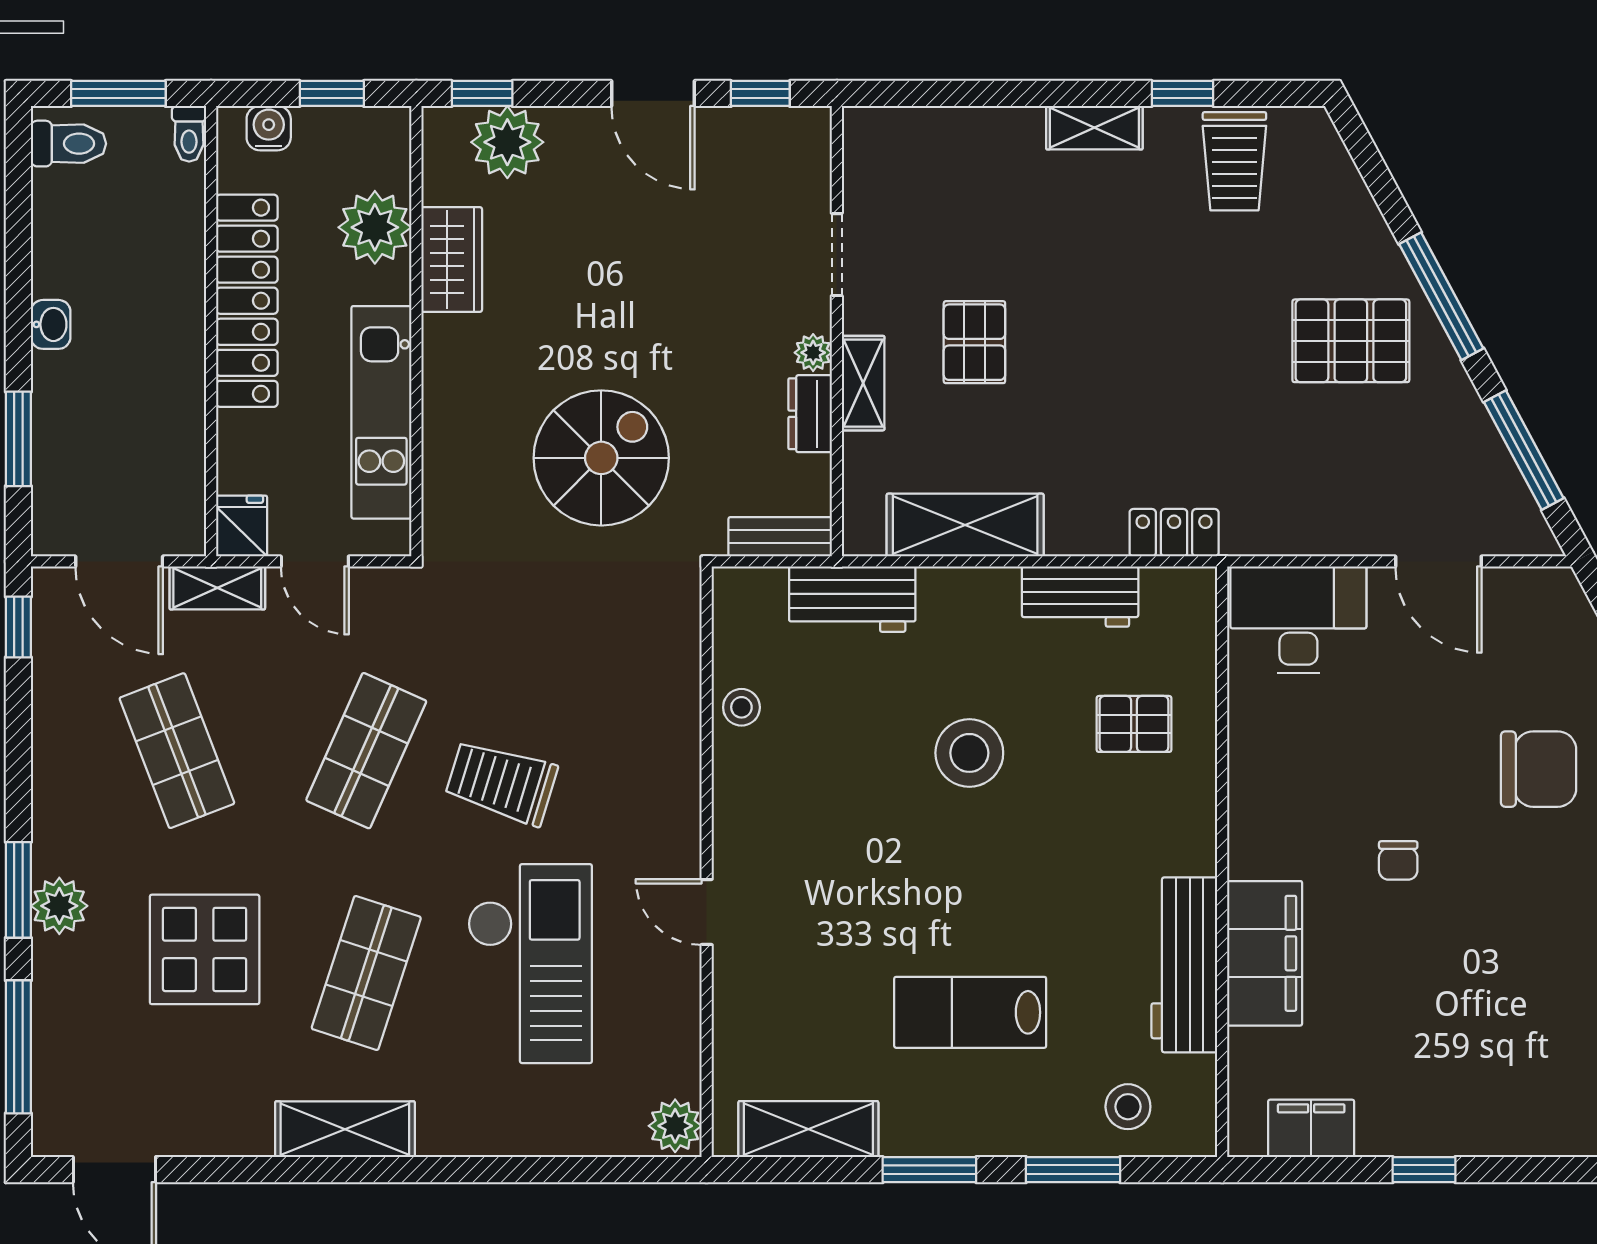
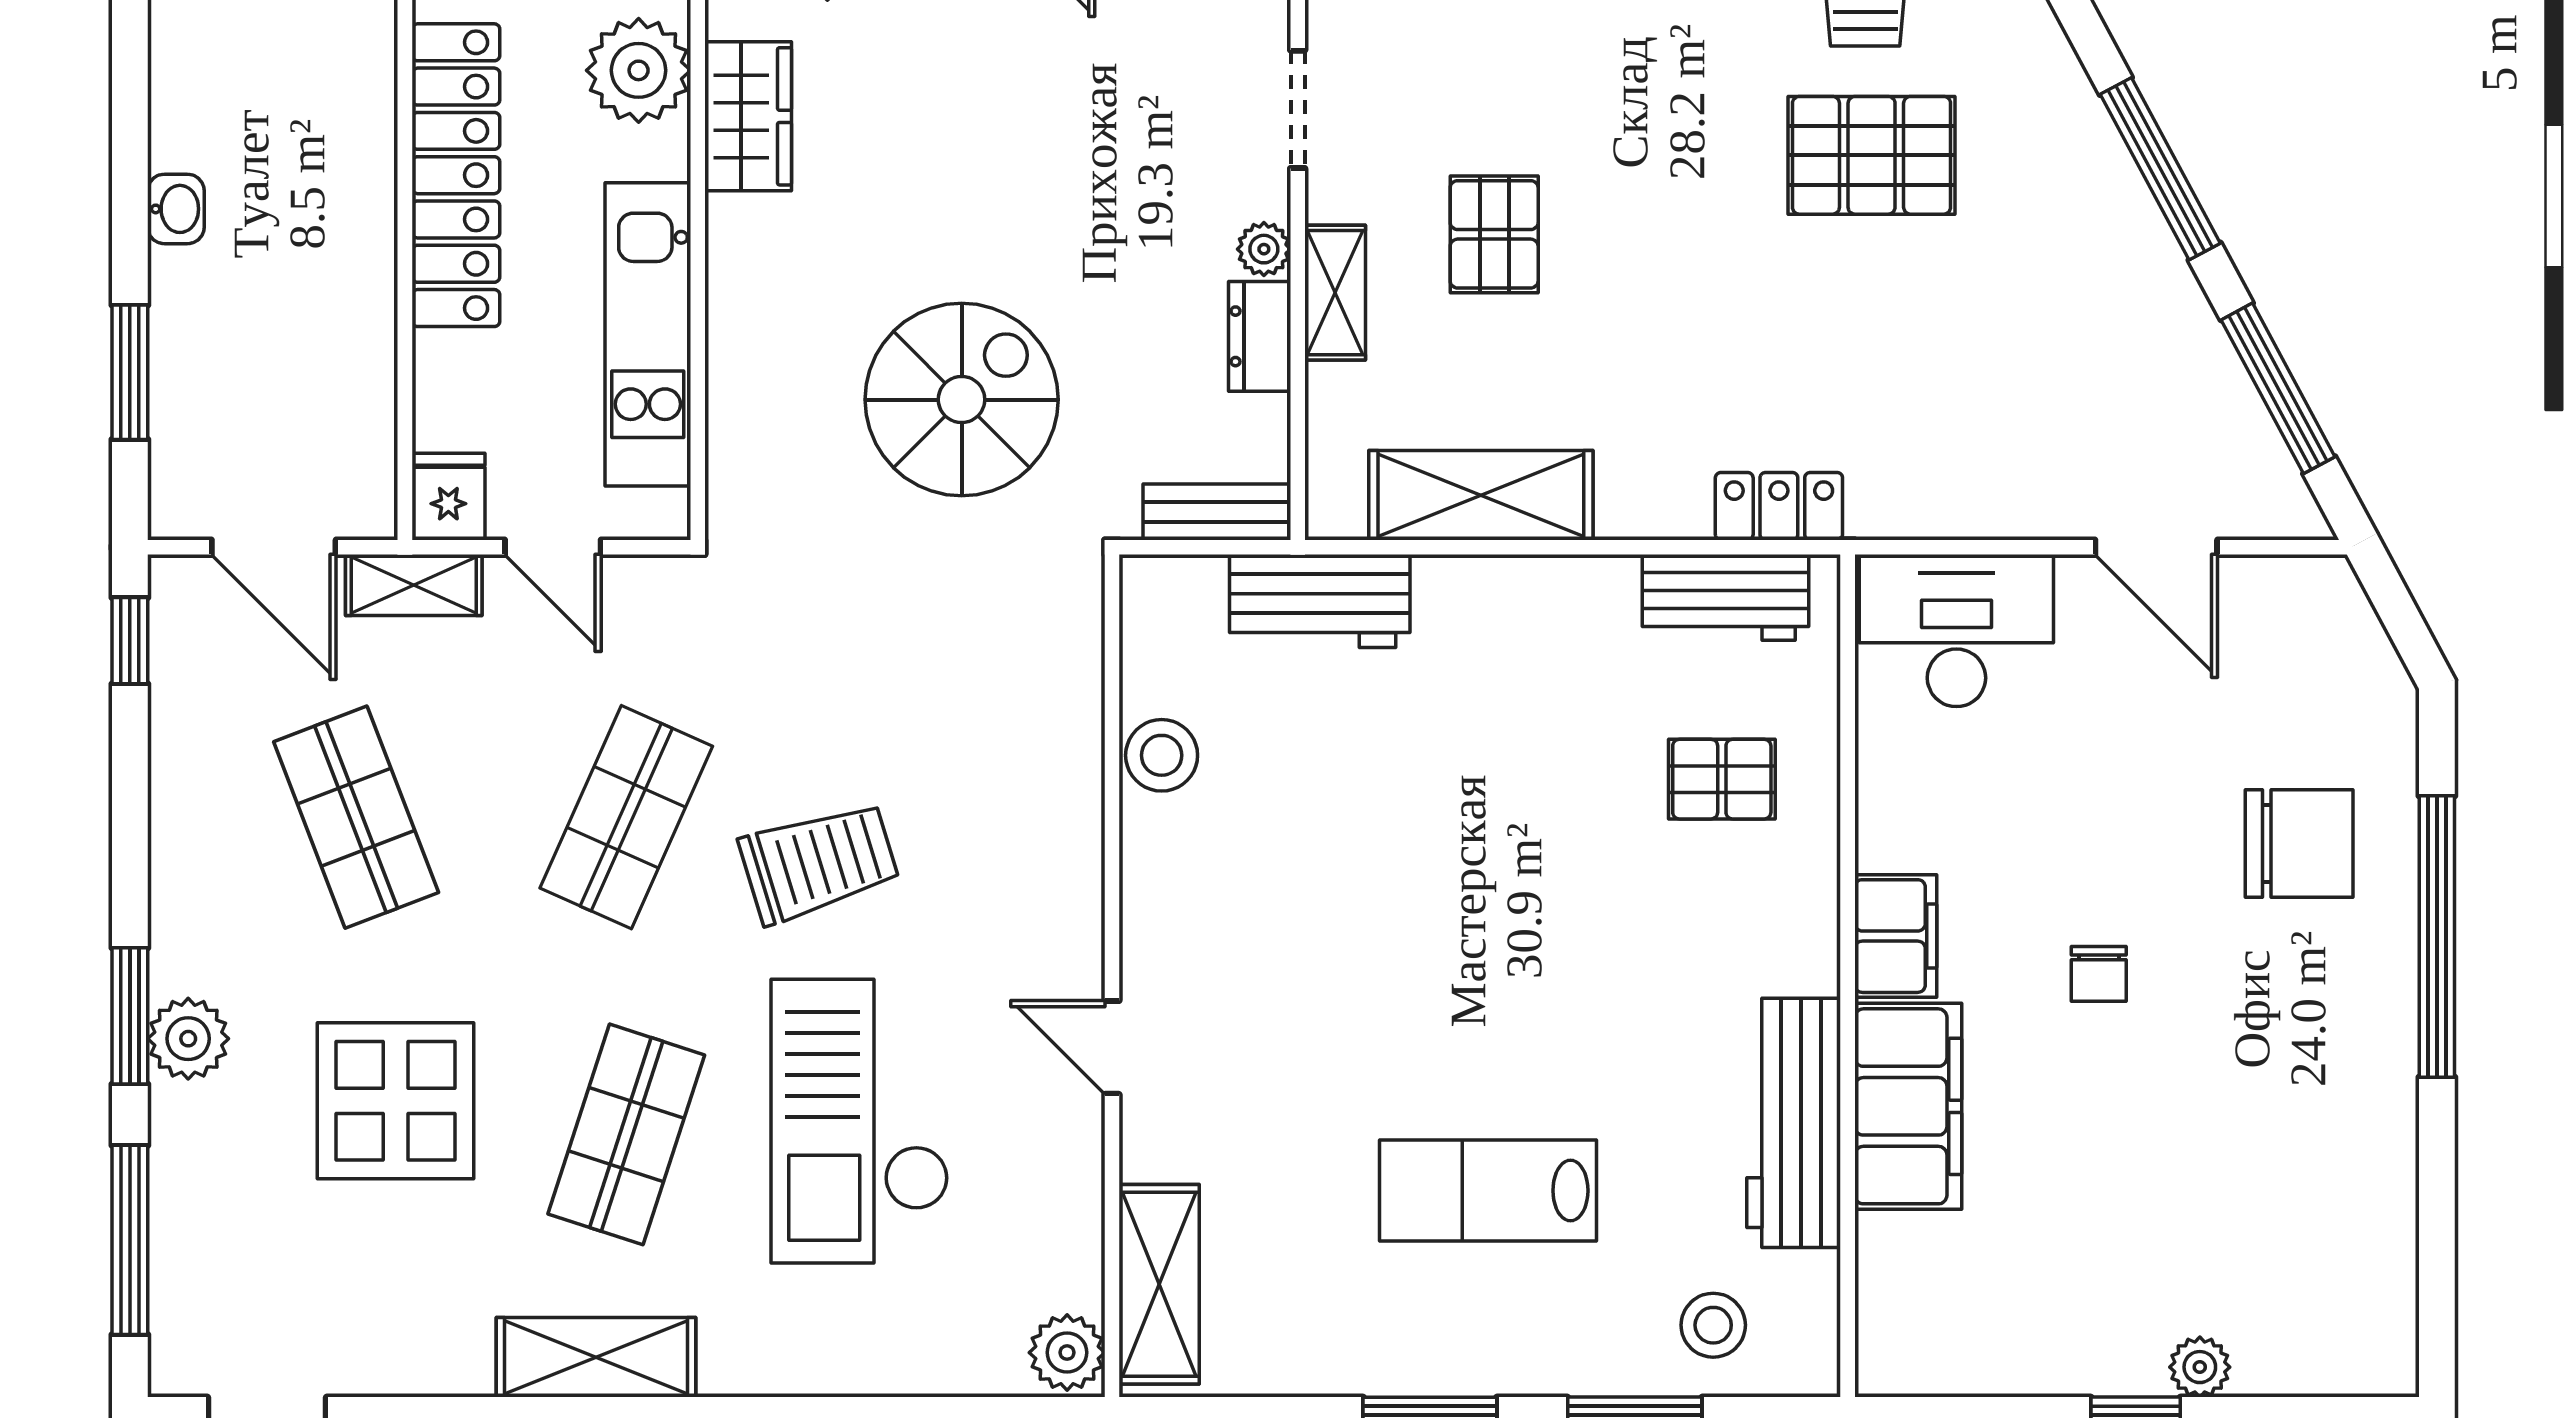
pallet: (1351, 341) -> (1872, 155), moved
workbench: (1080, 597) -> (1725, 597), moved
stool: (741, 707) -> (1162, 755), width x1.37, depth x1.37
stool: (969, 753) -> (1487, 821), removed
trolley: (501, 782) -> (819, 862), turned 146
checkout: (530, 964) -> (860, 1121), turned 180
filing cabinet: (1311, 1128) -> (1896, 936), moved, turned 90
shelving: (808, 1129) -> (1159, 1284), moved, turned 90
plant: (1469, 1136) -> (2200, 1367), added

